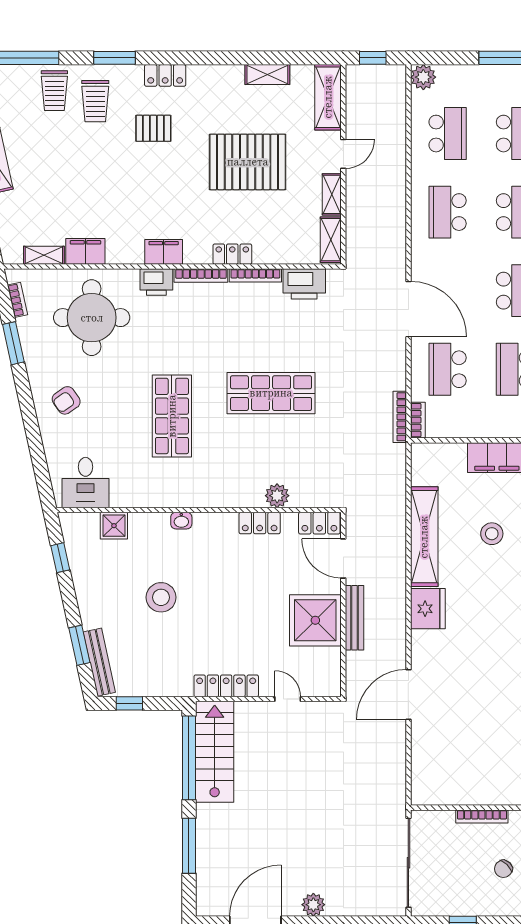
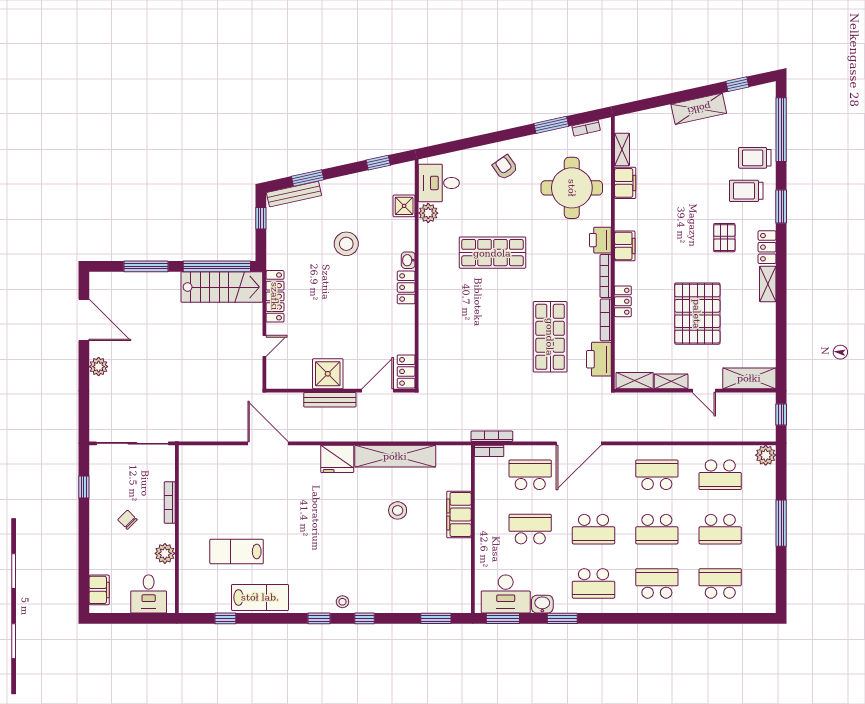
shelving: (267, 75) -> (768, 284), moved
shop shelf: (271, 393) -> (550, 337), moved
plant: (277, 496) -> (428, 213), moved
locker: (260, 523) -> (406, 287), moved
shower: (315, 620) -> (328, 374), width x0.73, depth x0.73

